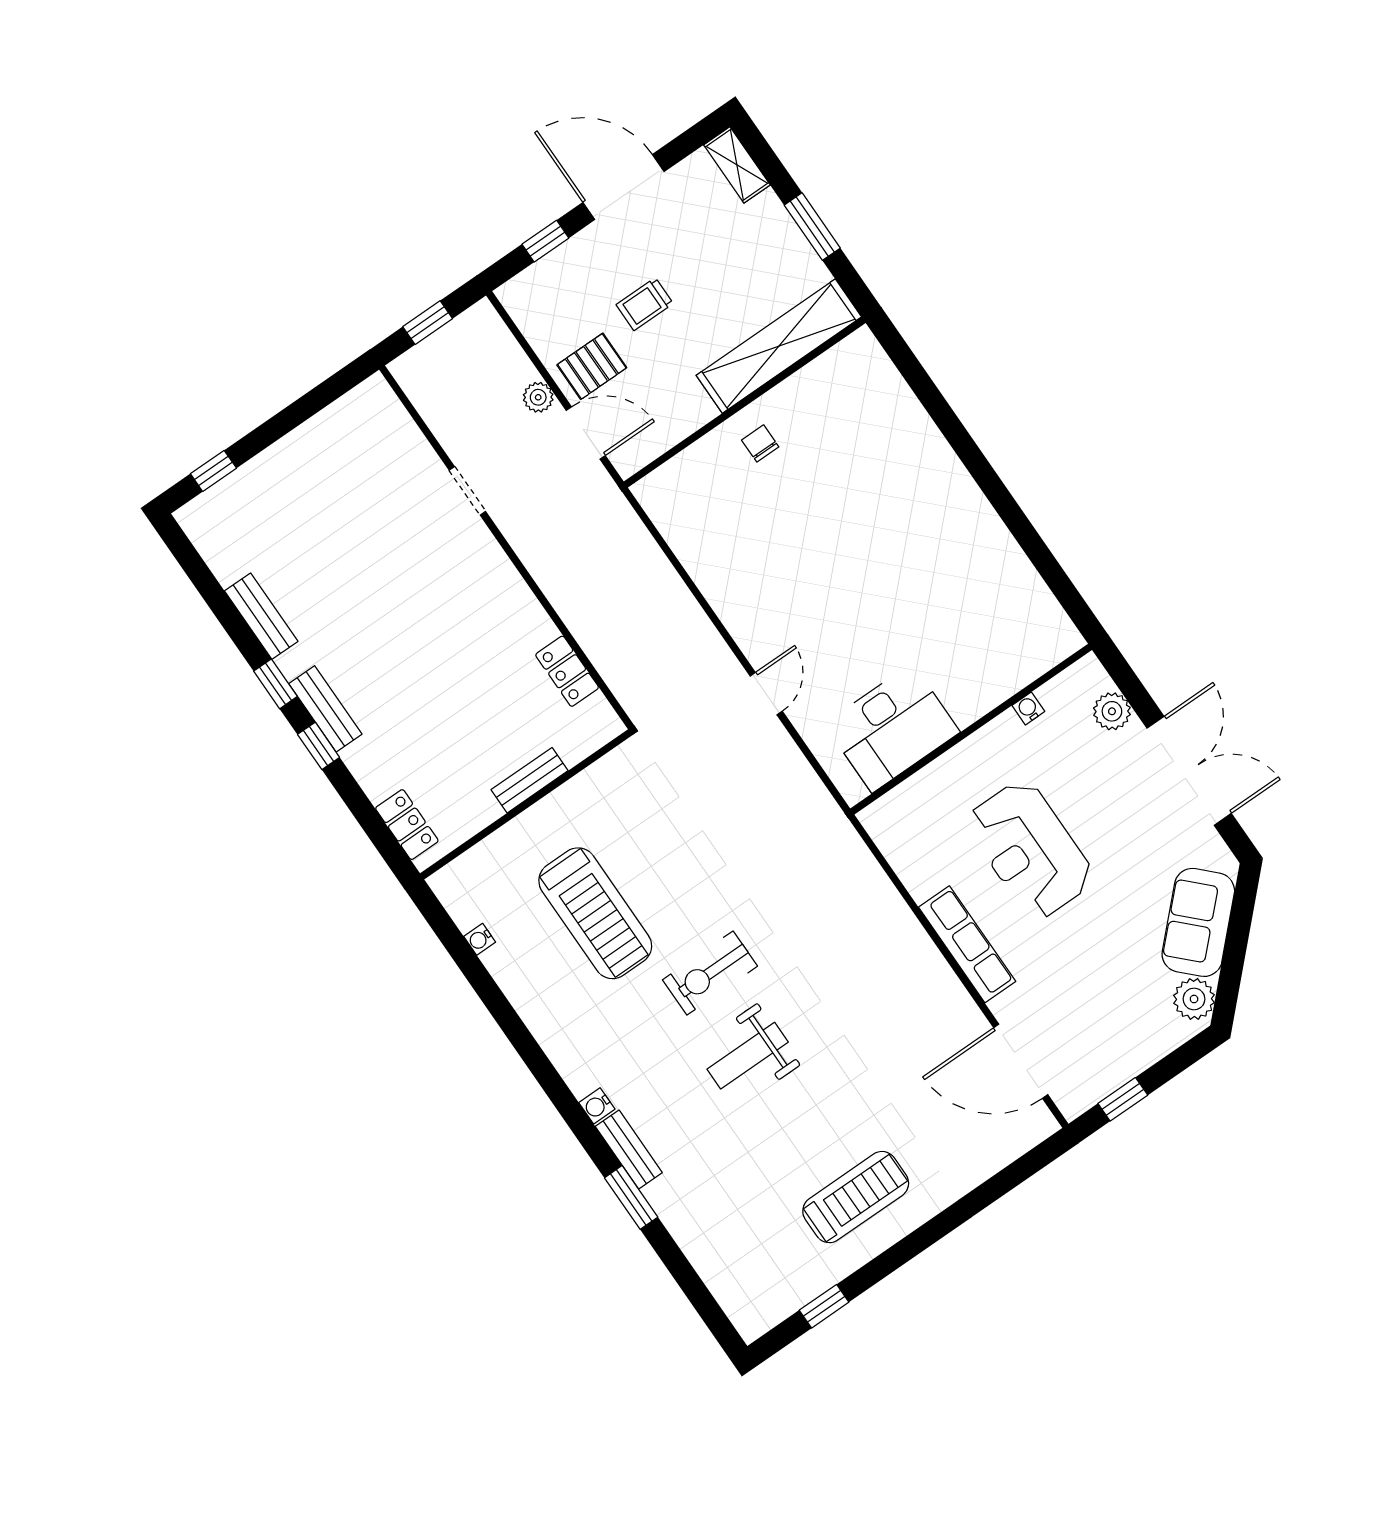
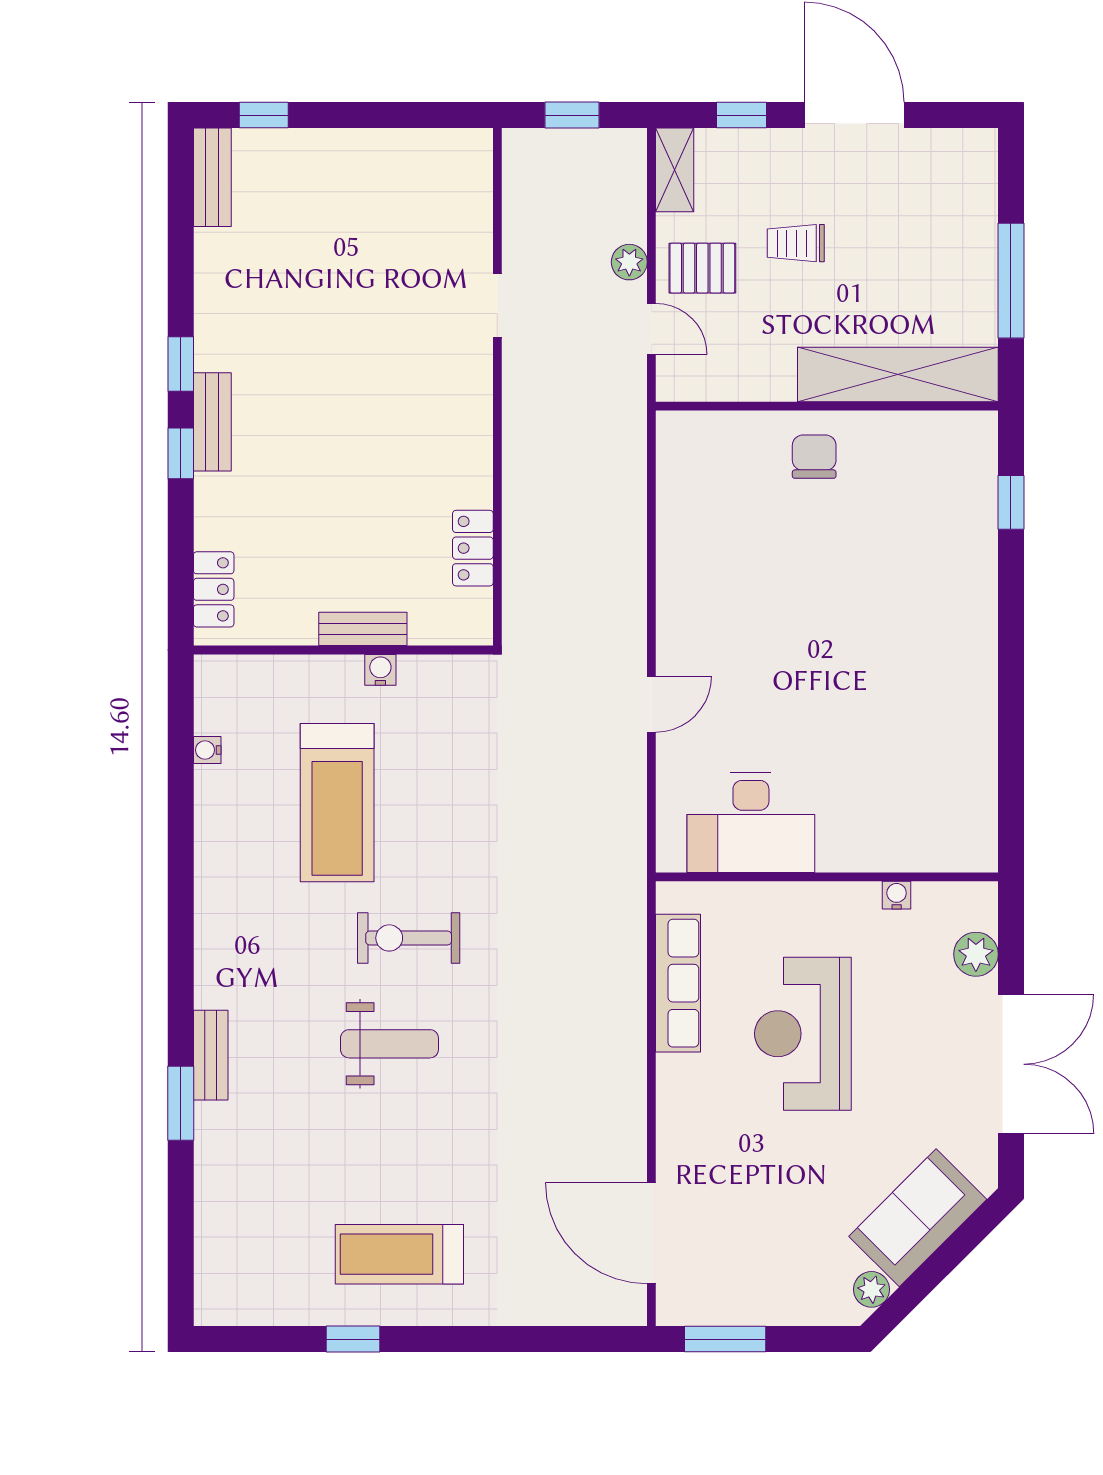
shelving: (737, 165) -> (675, 170), moved
window: (812, 227) -> (1011, 281), width x1.44
window: (919, 381) -> (1011, 502), added
door: (586, 433) -> (651, 329), width x0.73
chair: (760, 443) -> (814, 457), width x1.37, depth x1.37
bench: (261, 616) -> (212, 177), moved
row of seats: (967, 944) -> (678, 983), moved
plant: (1194, 999) -> (872, 1289), width x0.73, depth x0.73
weight bench: (748, 1056) -> (389, 1044), turned 180
window: (1123, 1099) -> (725, 1339), width x1.50
water cooler: (597, 1106) -> (380, 670), moved, turned 90
treadmill: (856, 1197) -> (399, 1254), turned 180
window: (824, 1306) -> (353, 1339), moved

